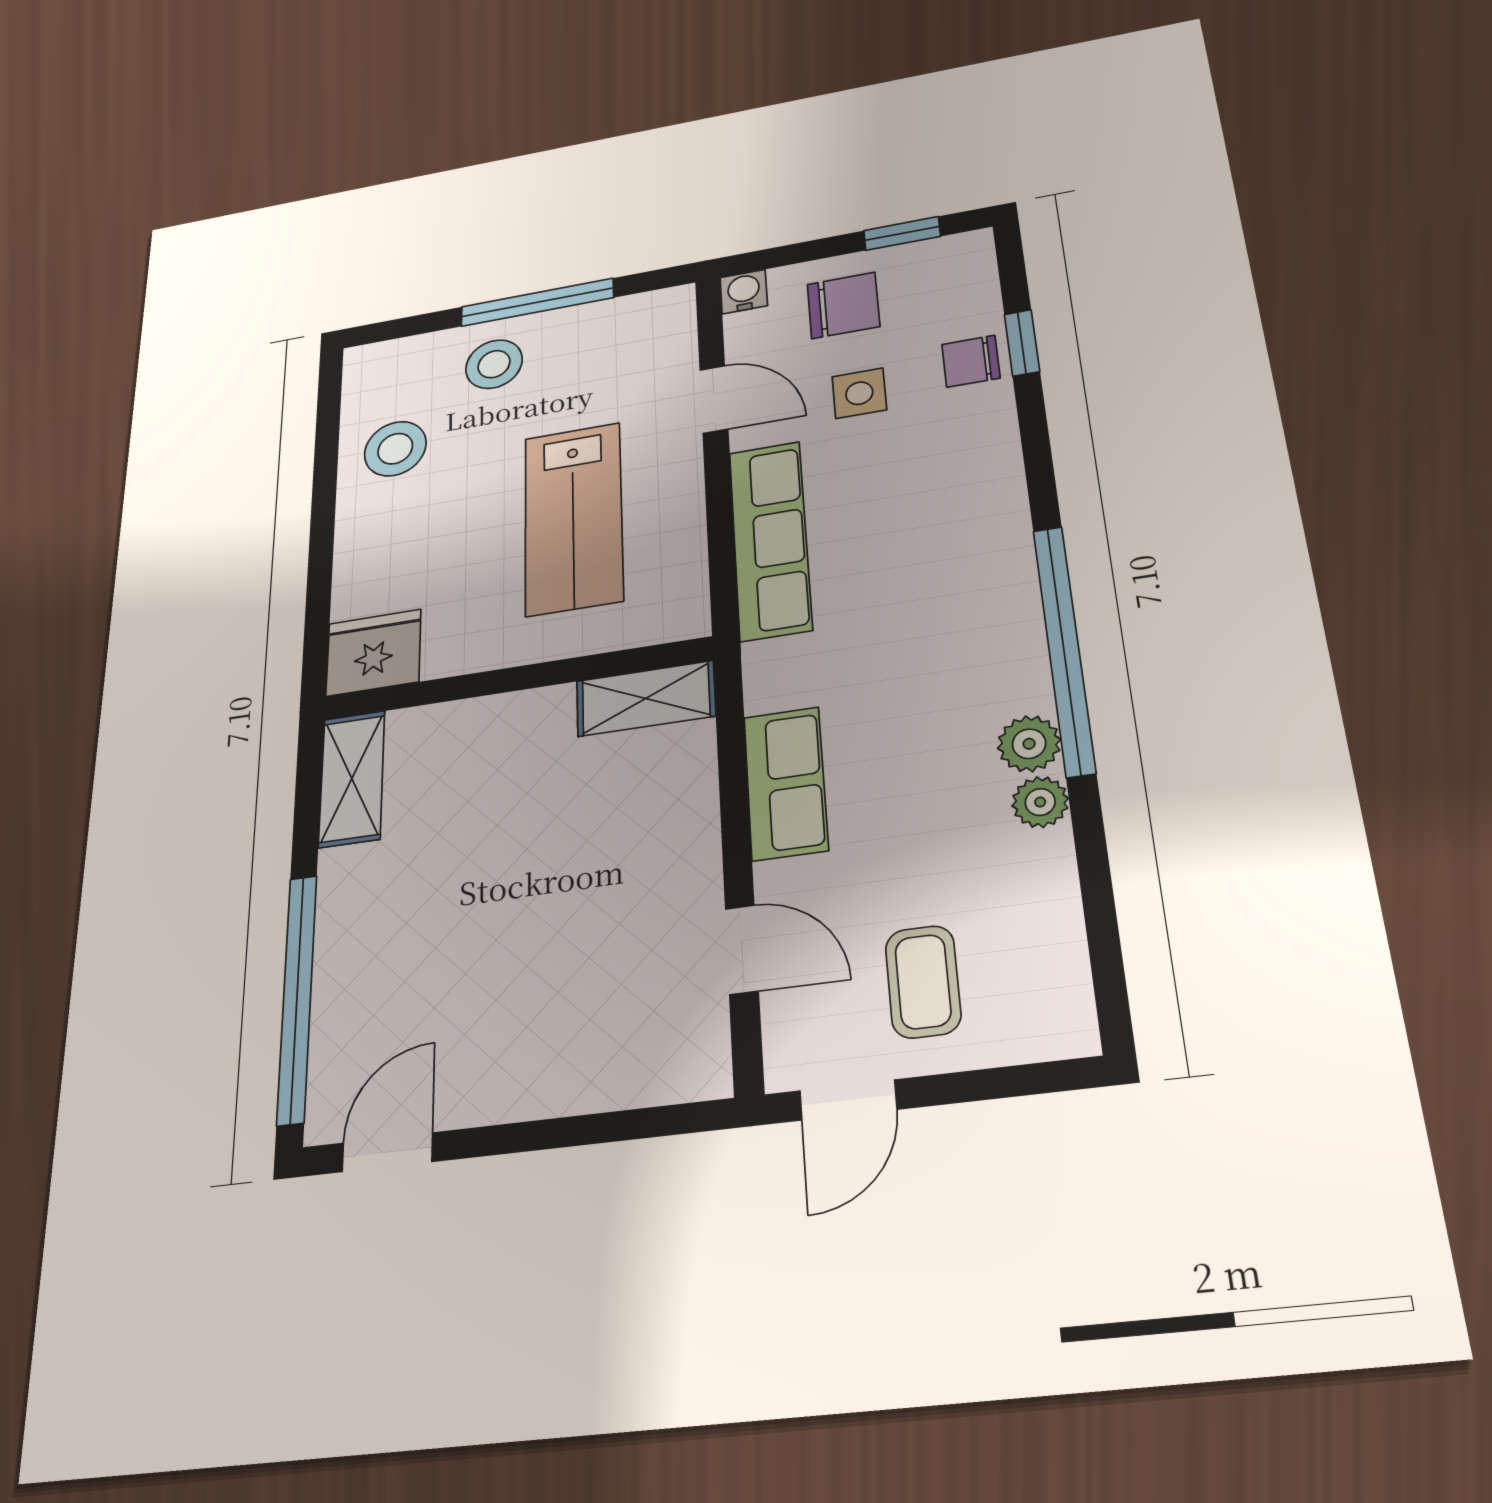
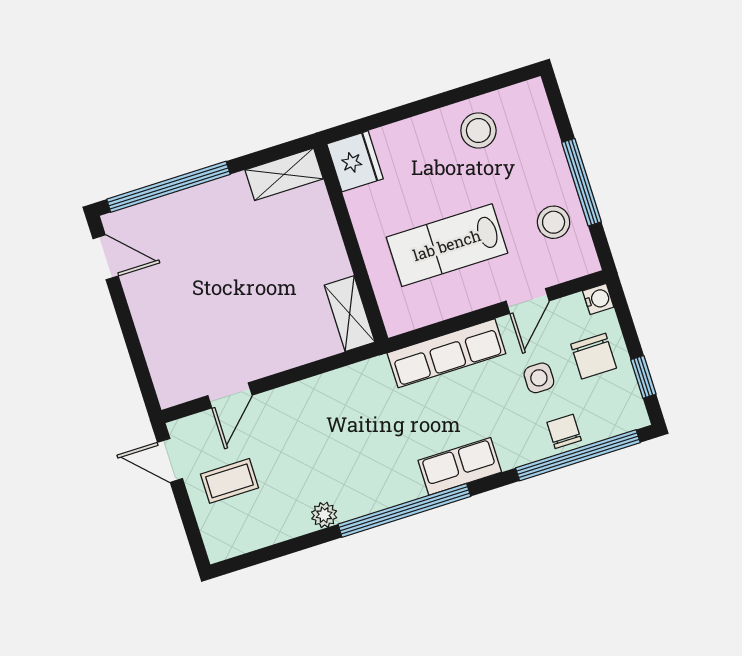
window: (1022, 343) -> (578, 455), width x3.17
stool: (494, 364) -> (554, 222), moved
plant: (1029, 744) -> (353, 504), removed
row of seats: (786, 783) -> (460, 466), moved, turned 180

